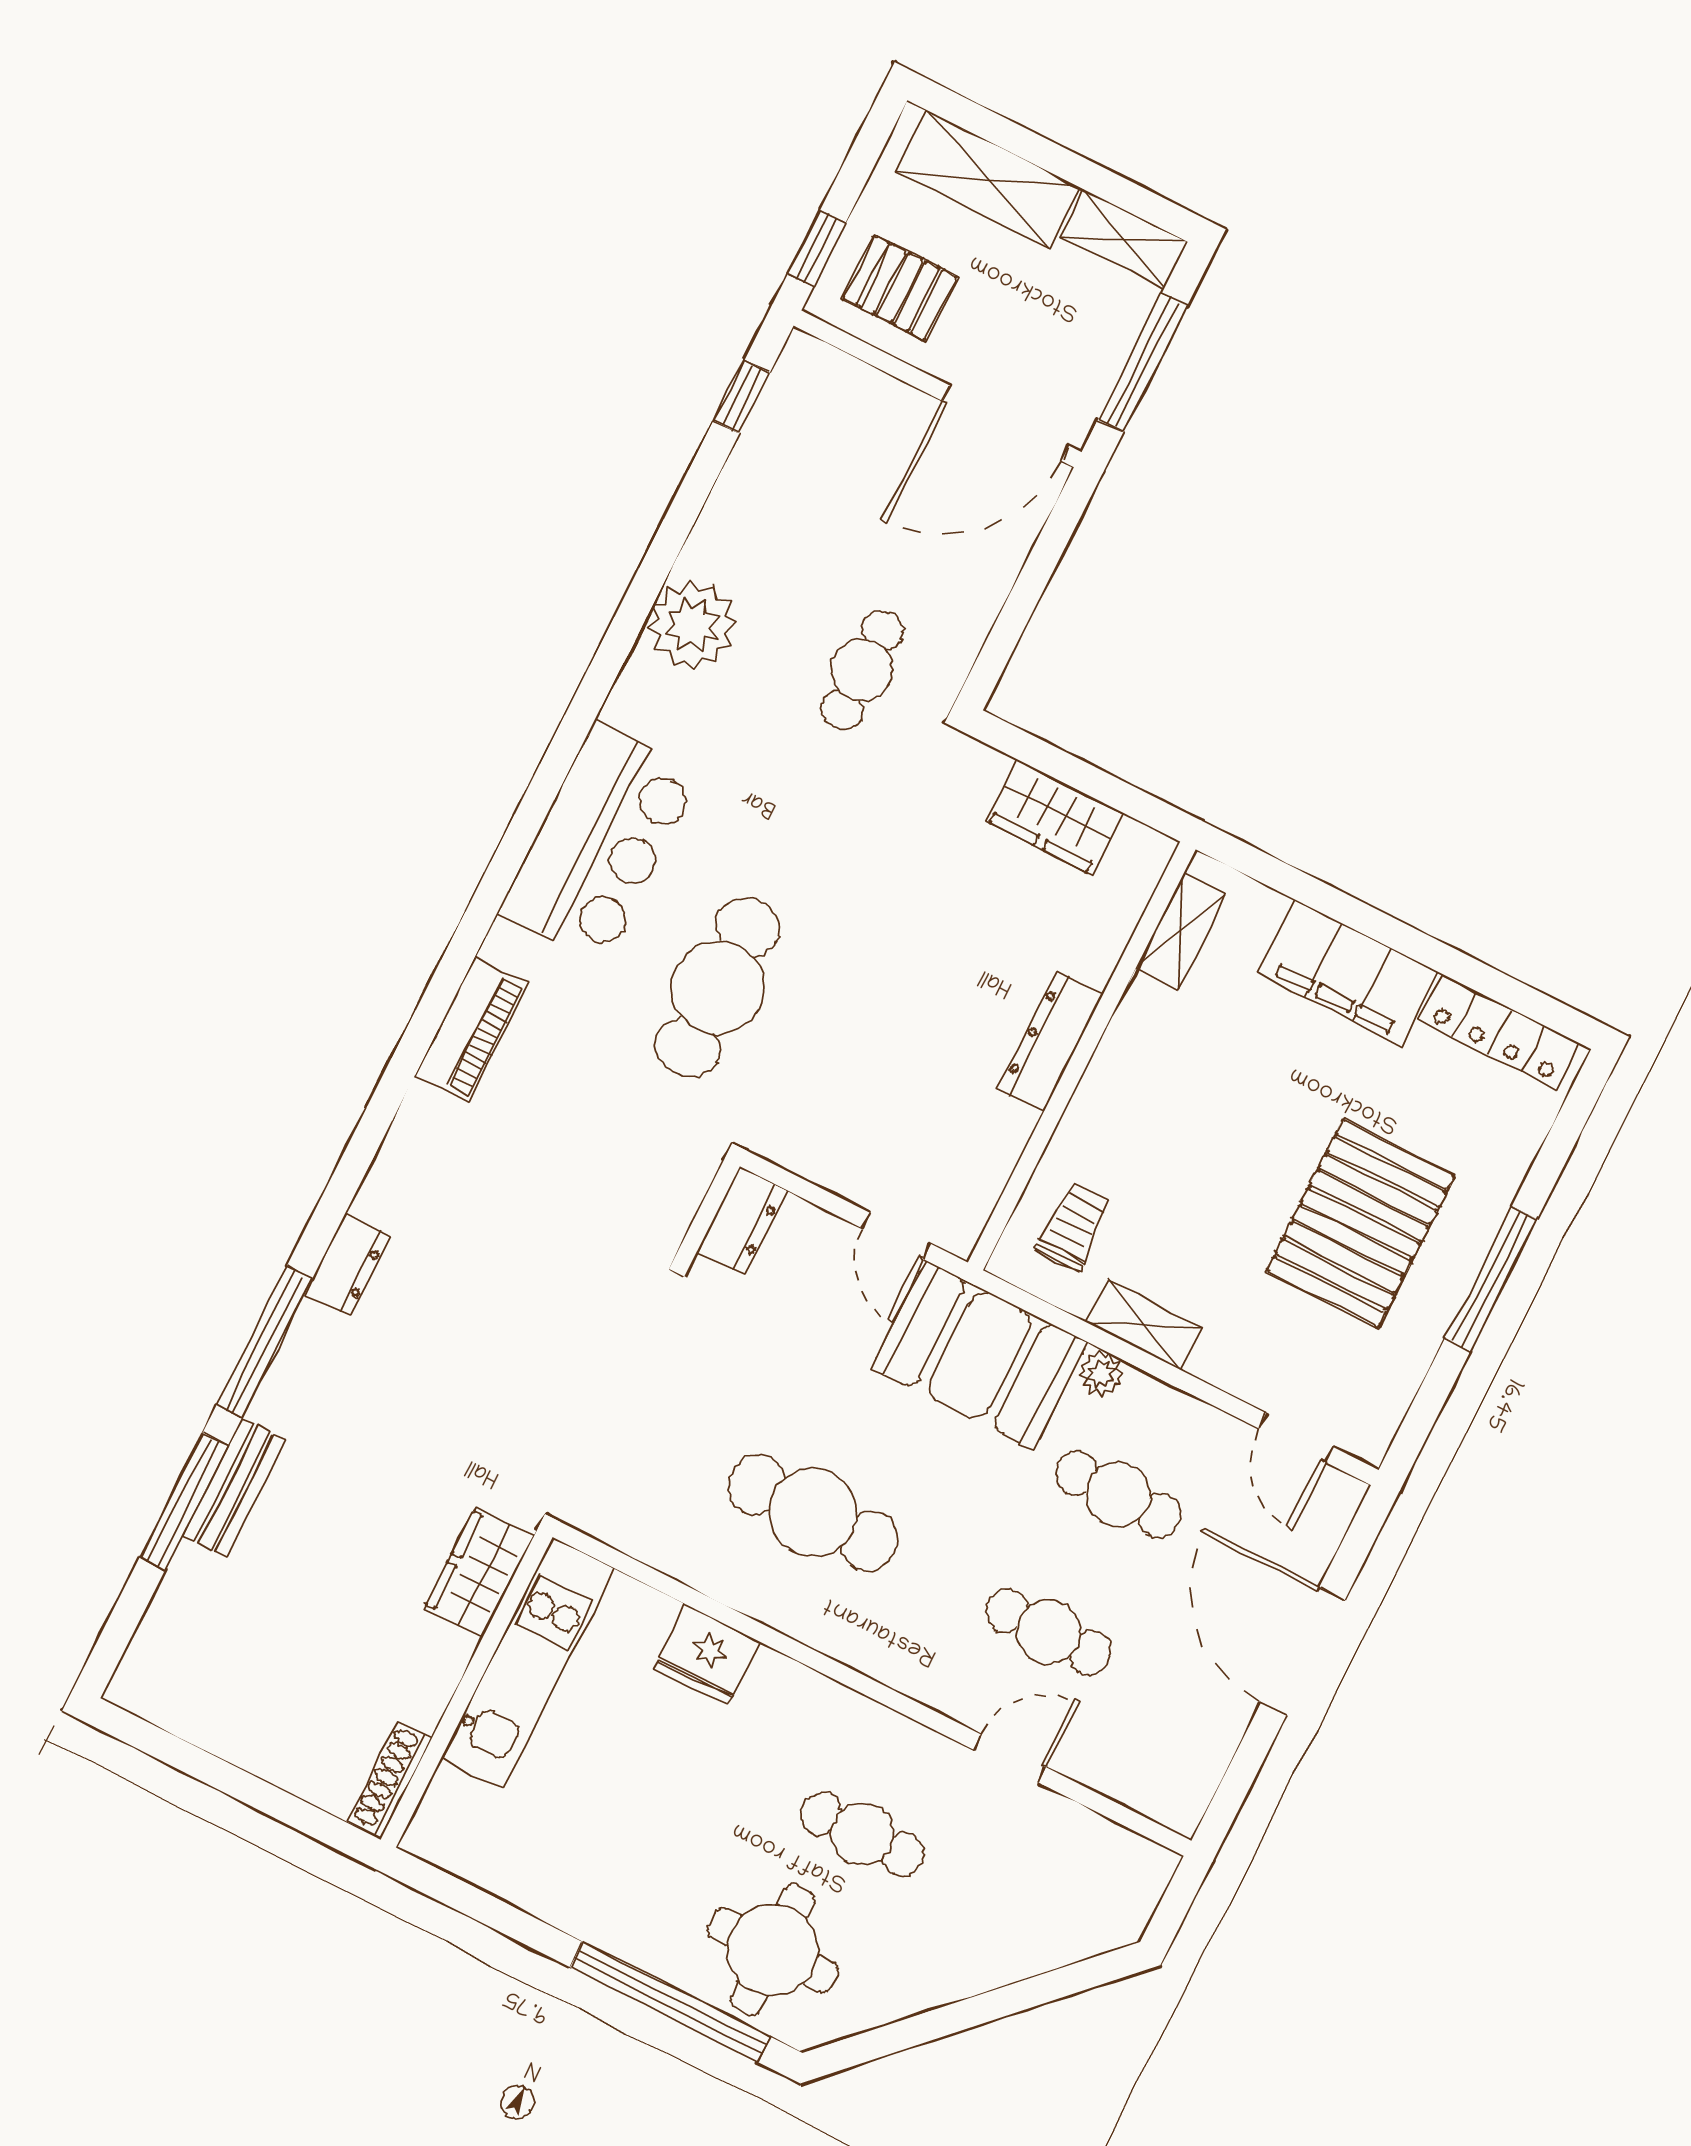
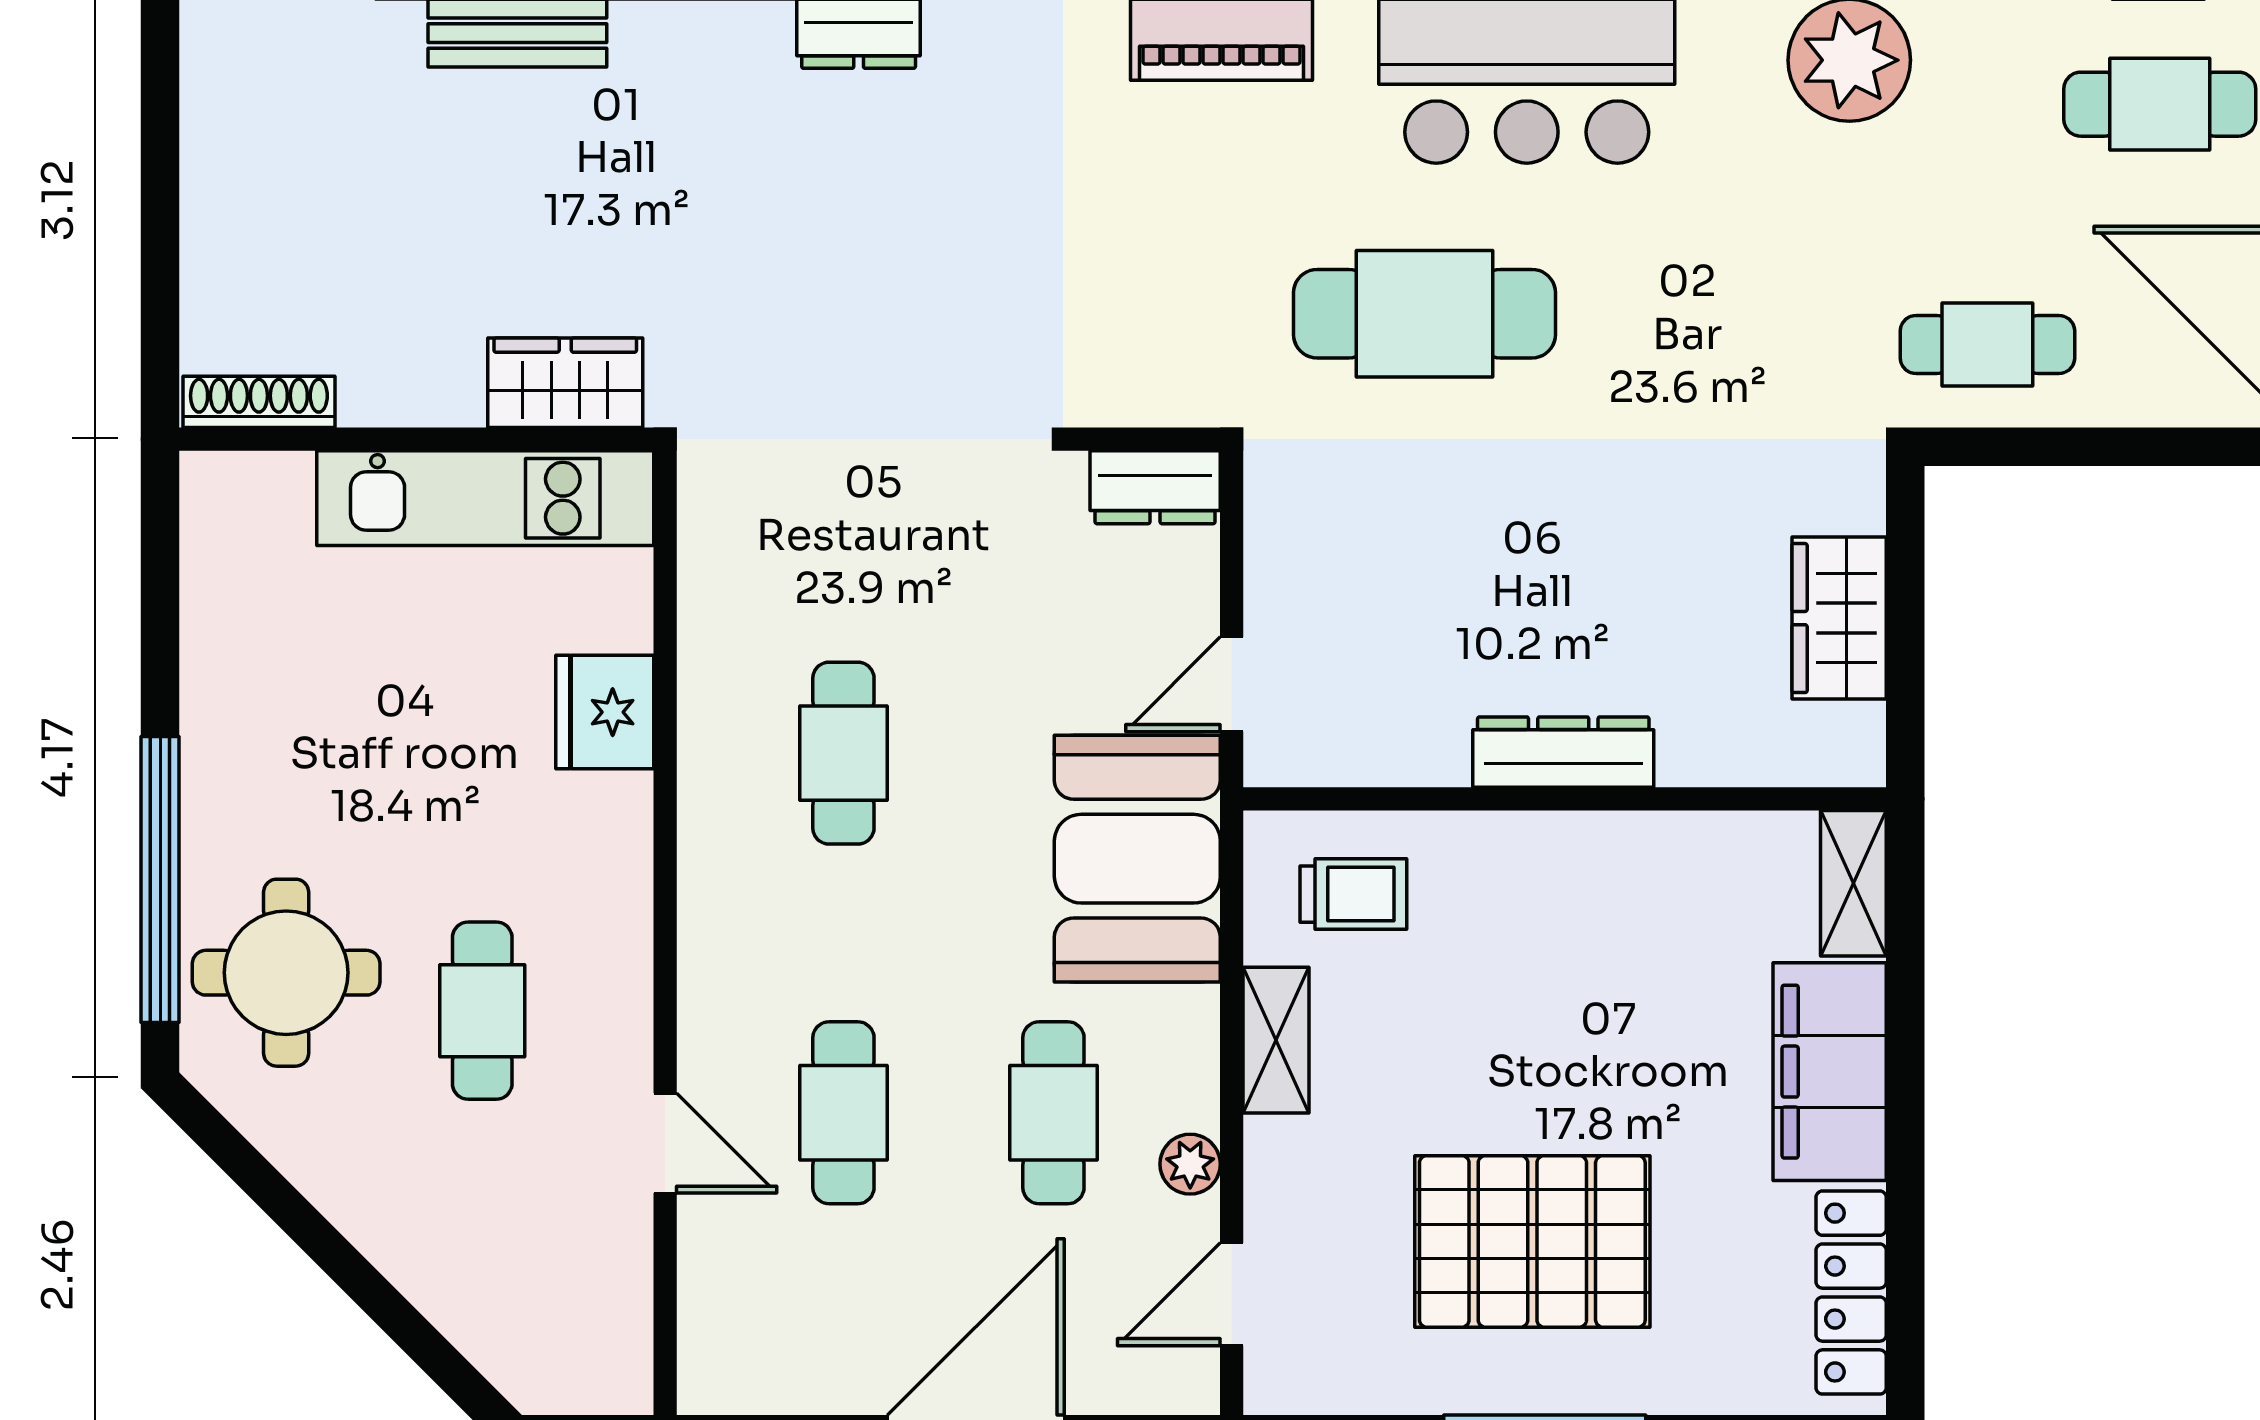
cafe table: (824, 437) -> (2160, 104), added
cafe table: (862, 670) -> (1987, 345), moved
shelving: (1181, 931) -> (1853, 883), moved, turned 90
plant: (1101, 1374) -> (1190, 1164), moved
cafe table: (813, 1513) -> (843, 753), width x0.73, depth x0.74

